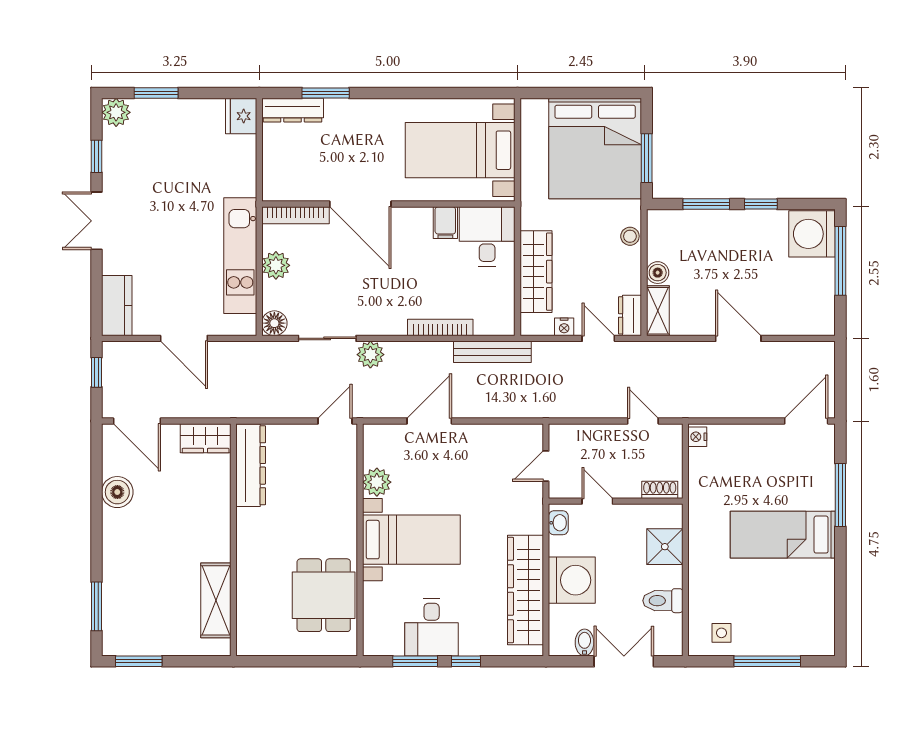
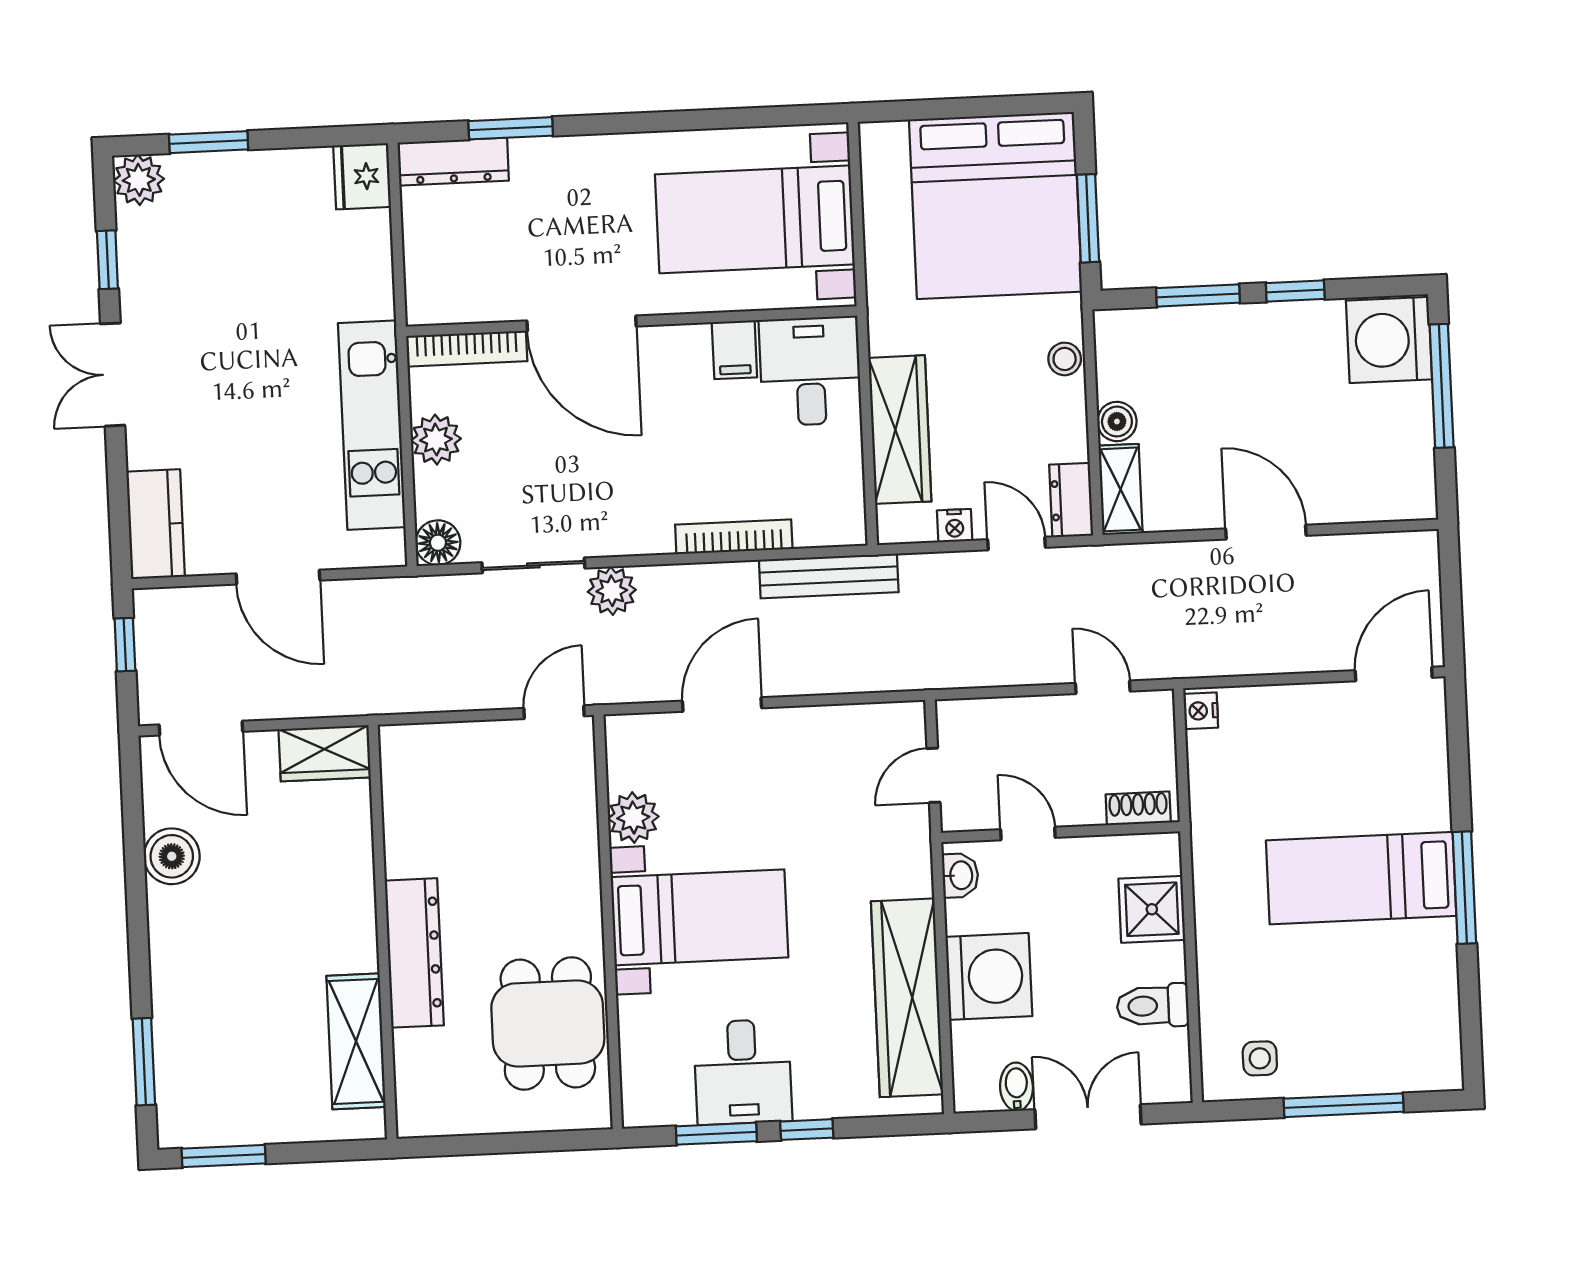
dresser: (251, 465) -> (414, 953), moved
window: (840, 495) -> (1464, 888), moved

